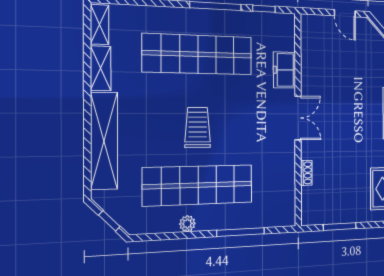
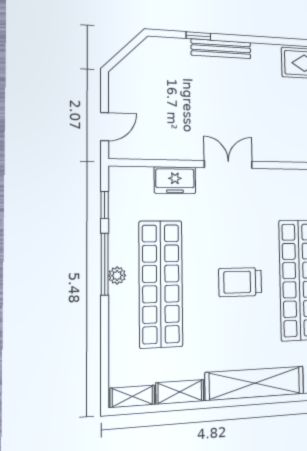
door: (345, 13) -> (105, 127), moved
plant: (206, 16) -> (117, 275), added
shoe rack: (306, 173) -> (287, 156), removed

